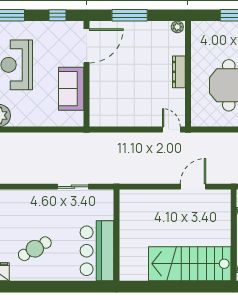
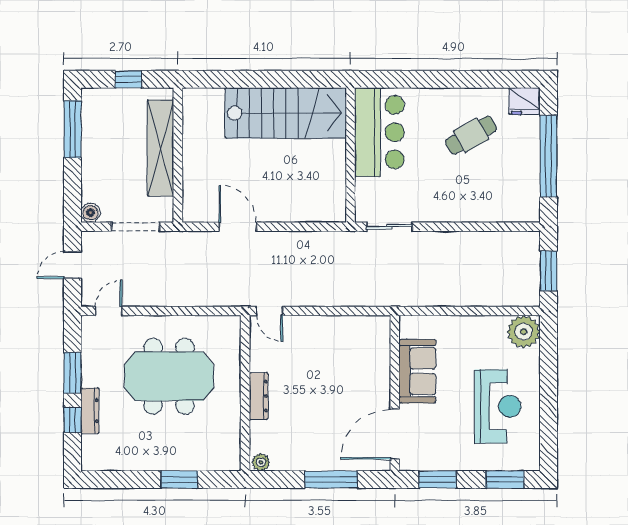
window: (58, 15) -> (438, 479), width x1.50
sliding door: (73, 187) -> (389, 227), moved
door: (193, 187) -> (238, 227), swing flipped
stairs: (190, 264) -> (286, 113), moved

